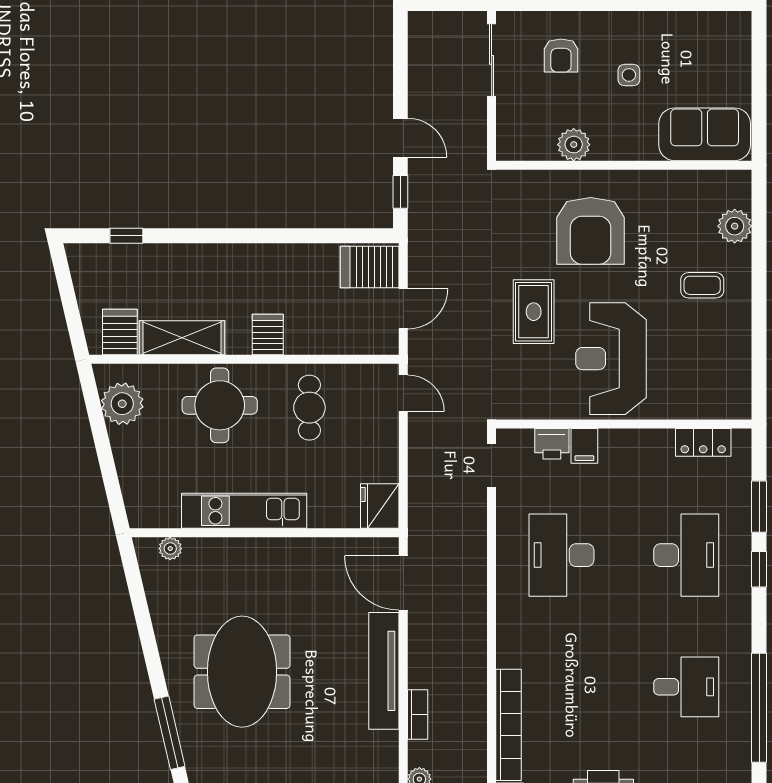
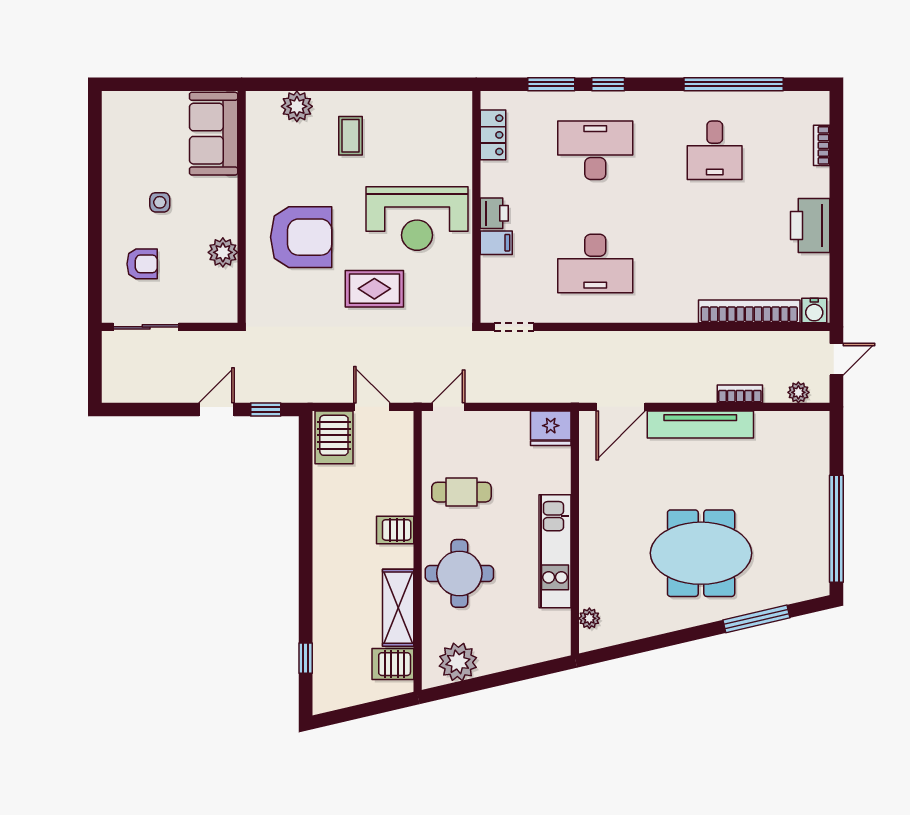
printer: (552, 444) -> (494, 213), moved
desk: (686, 687) -> (715, 150), turned 180

